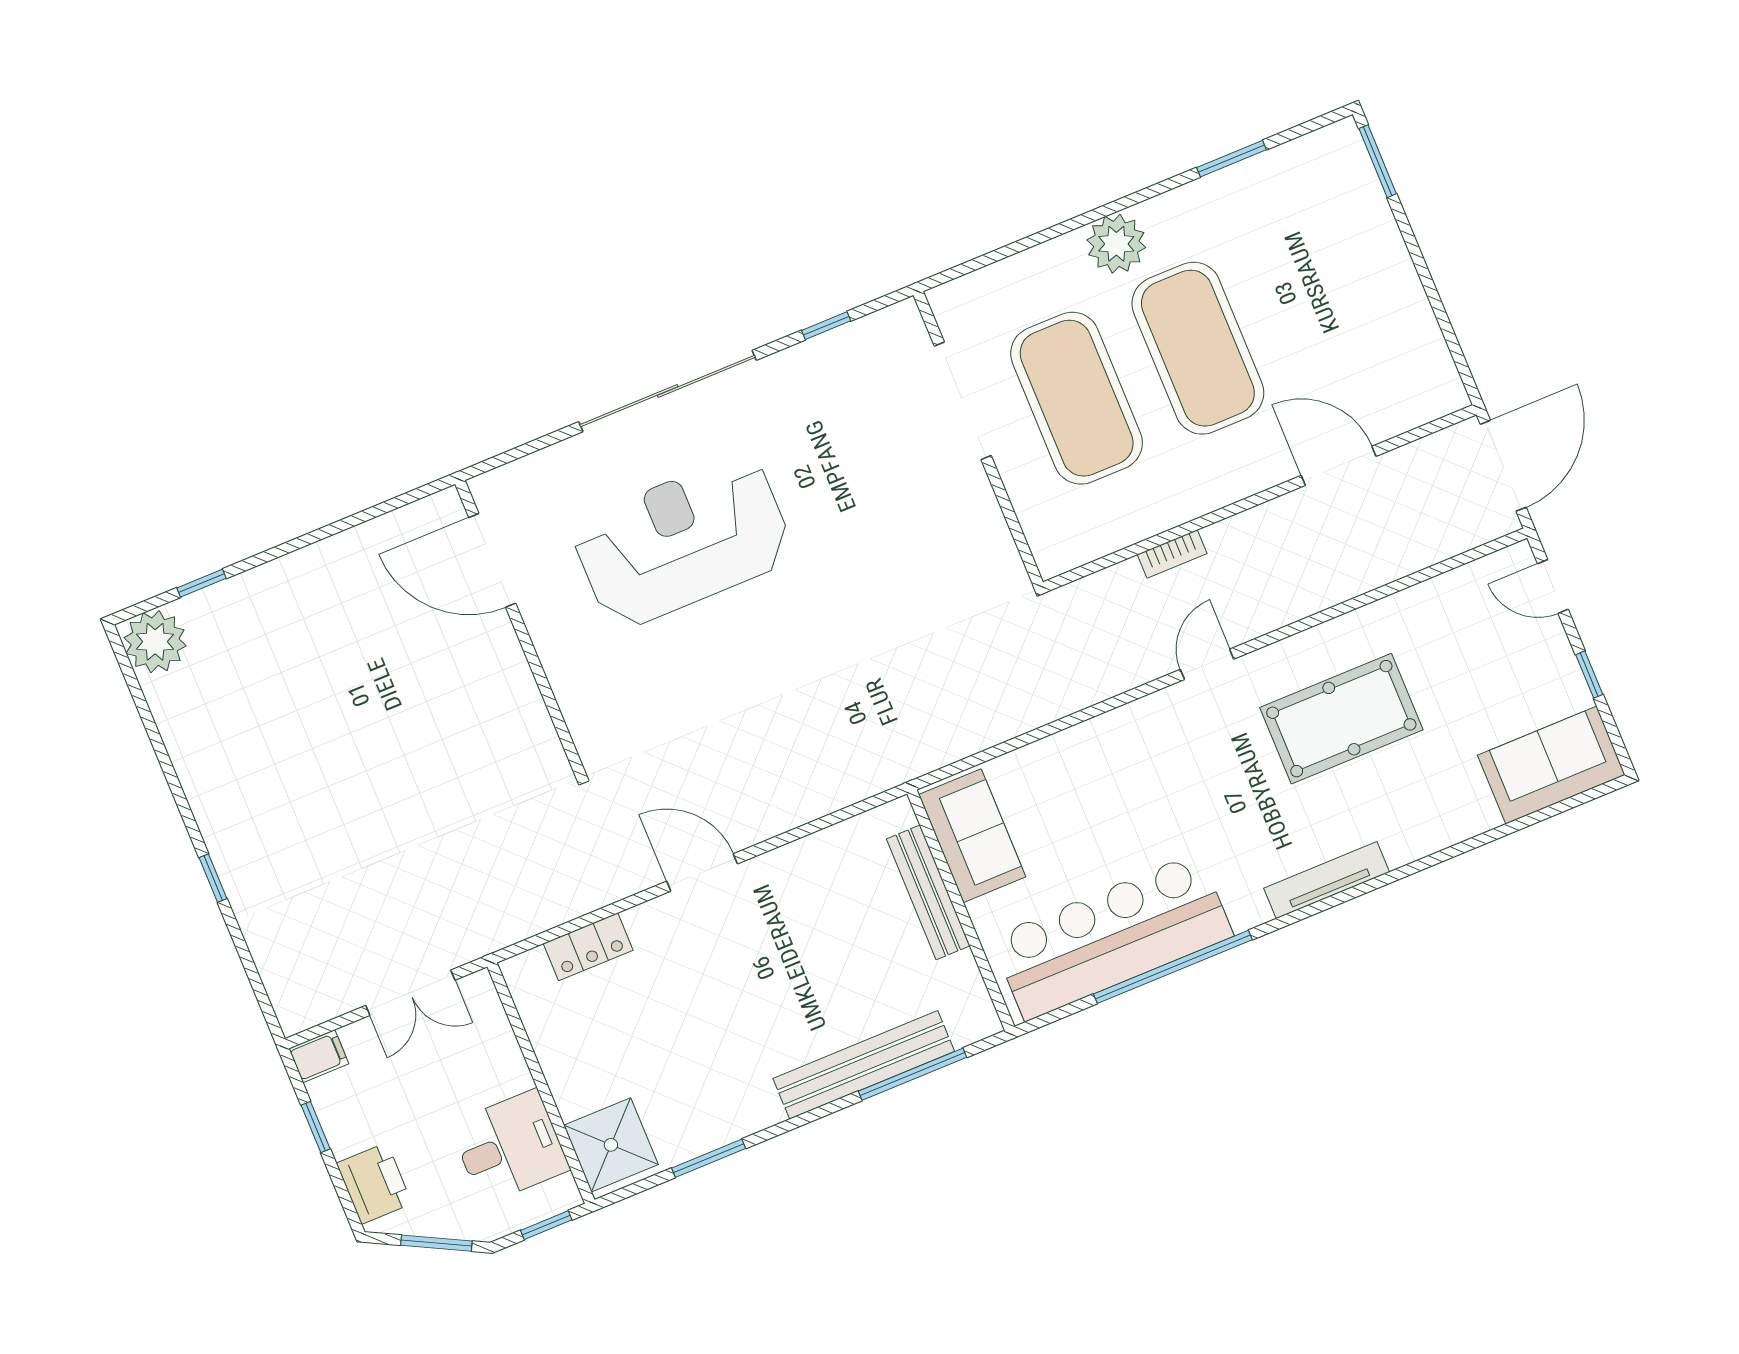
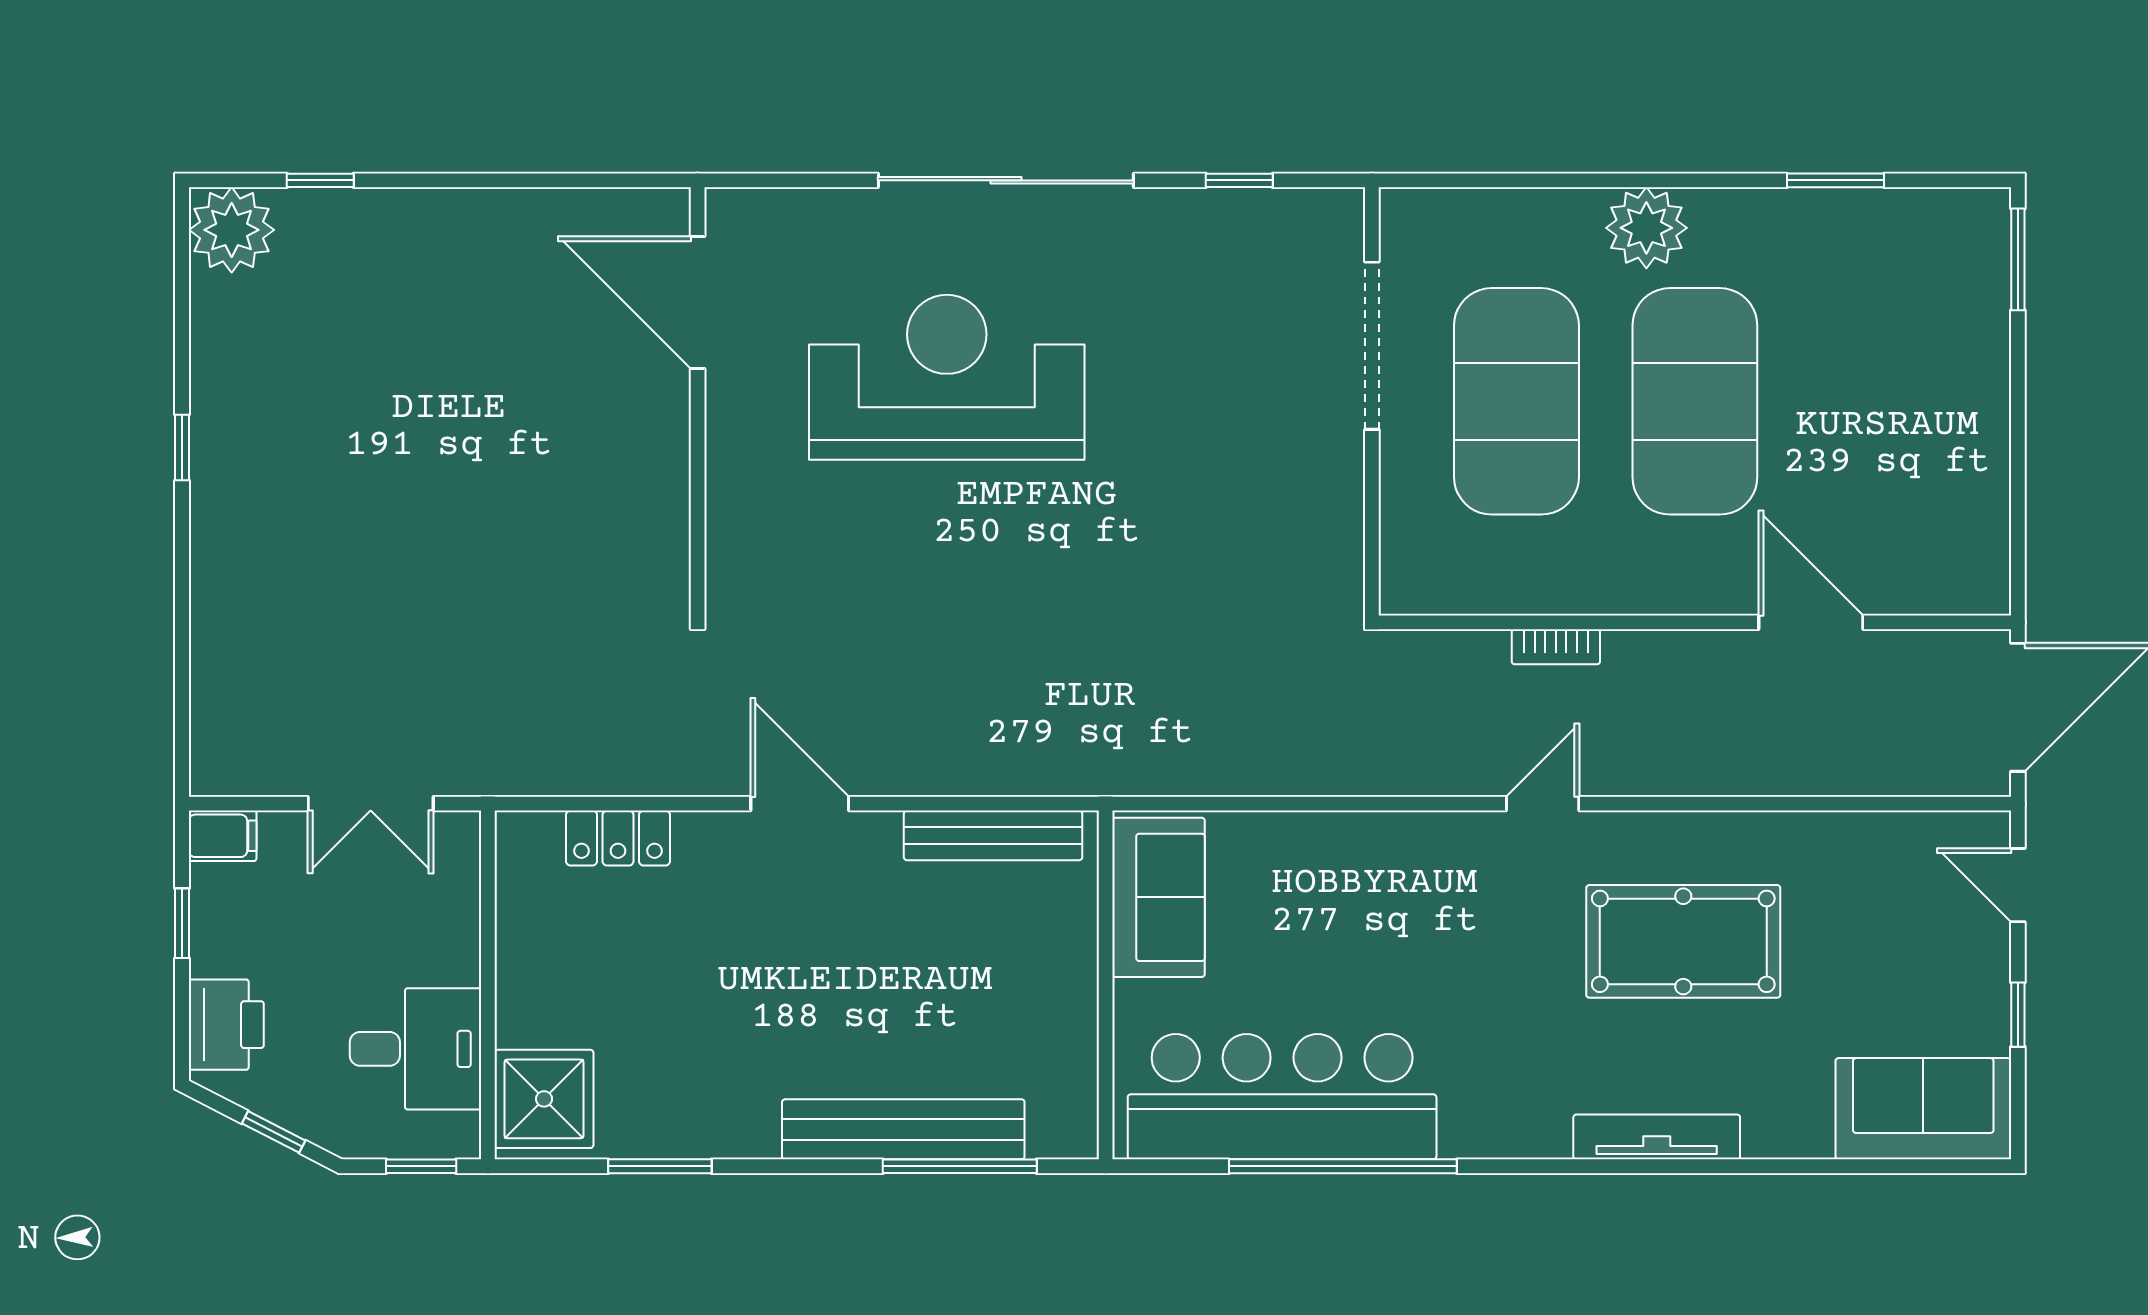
window: (213, 878) -> (182, 448), moved
tv unit: (1327, 880) -> (1657, 1137), moved
bench: (928, 892) -> (993, 835), moved, turned 90
window: (436, 1243) -> (274, 1132), width x0.67

